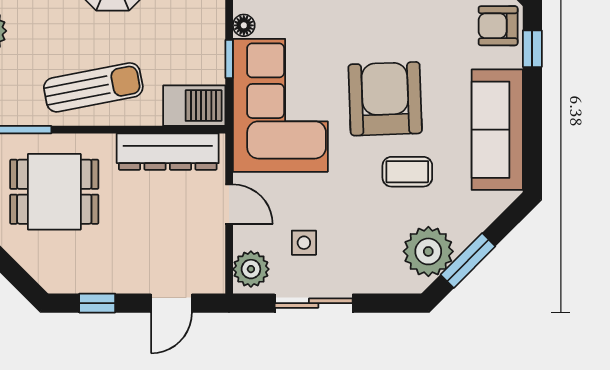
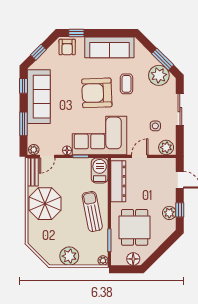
plant: (90, 277) -> (169, 213), added
sliding door: (314, 303) -> (180, 110), moved

